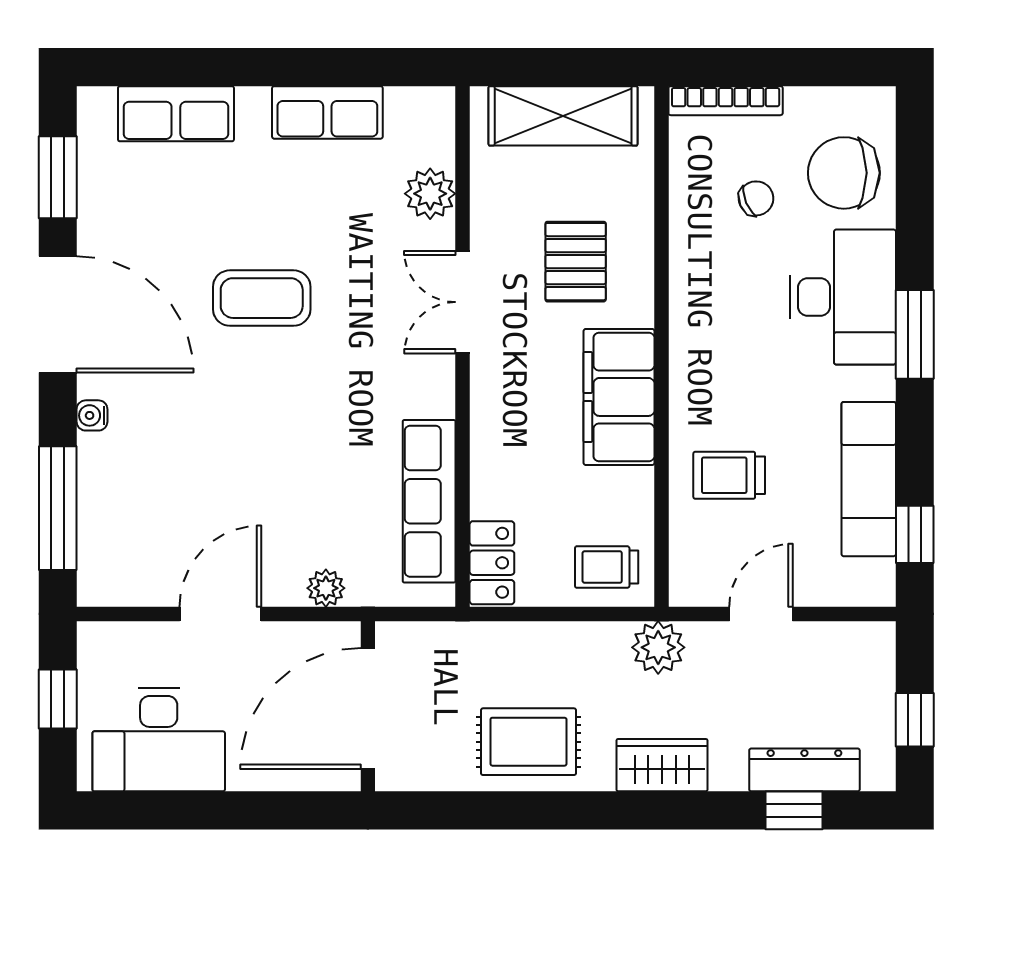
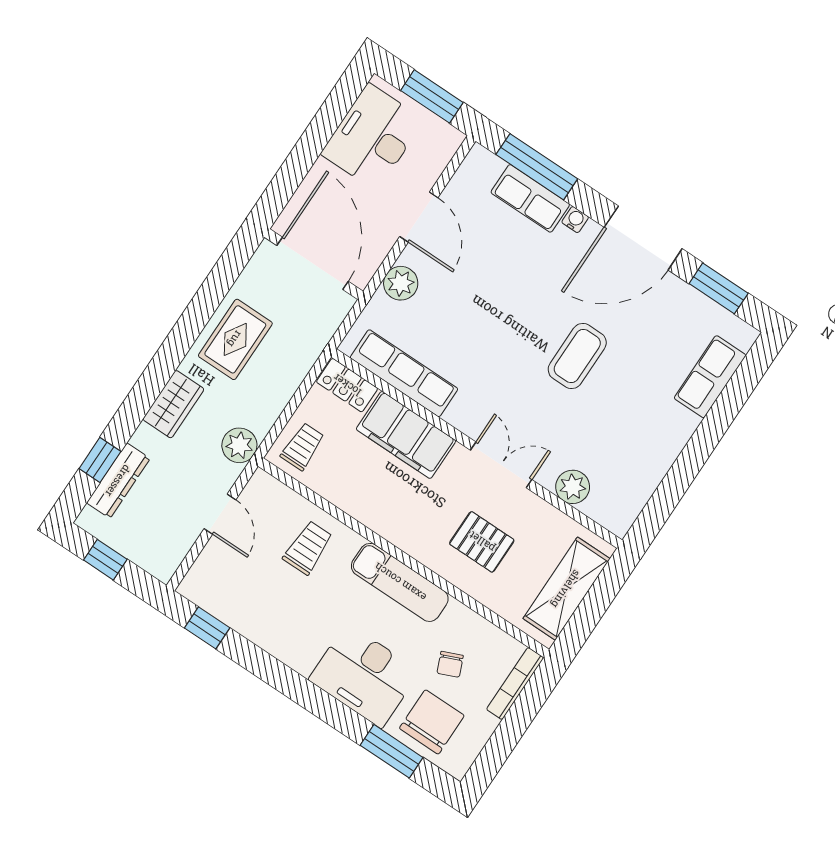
row of seats: (327, 112) -> (530, 198), moved, turned -90
window: (915, 334) -> (392, 751), moved
filing cabinet: (619, 397) -> (406, 435), moved, turned 180
exam couch: (869, 479) -> (400, 582), moved, turned 180
plant: (326, 588) -> (401, 283), width x1.38, depth x1.38
window: (58, 699) -> (432, 96), width x1.50

